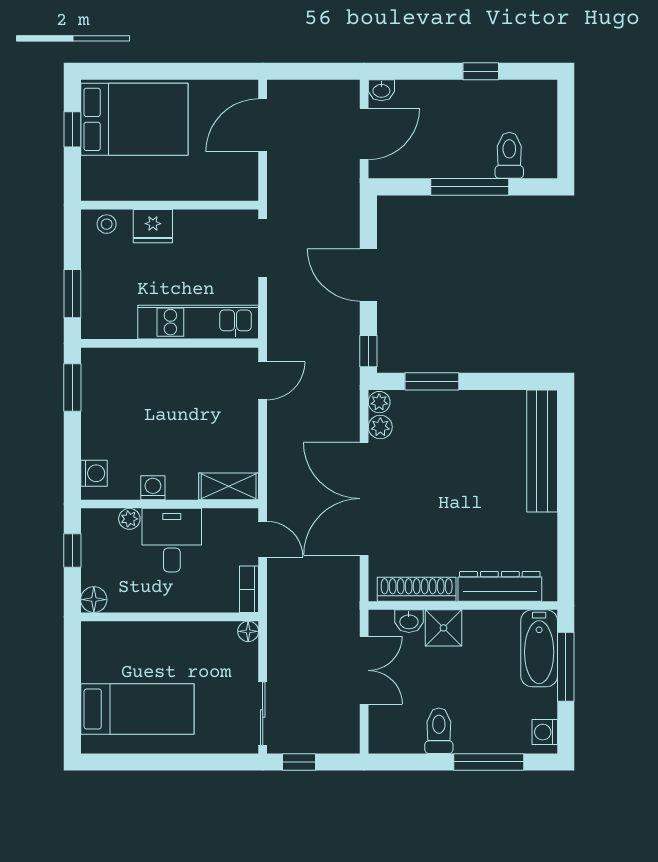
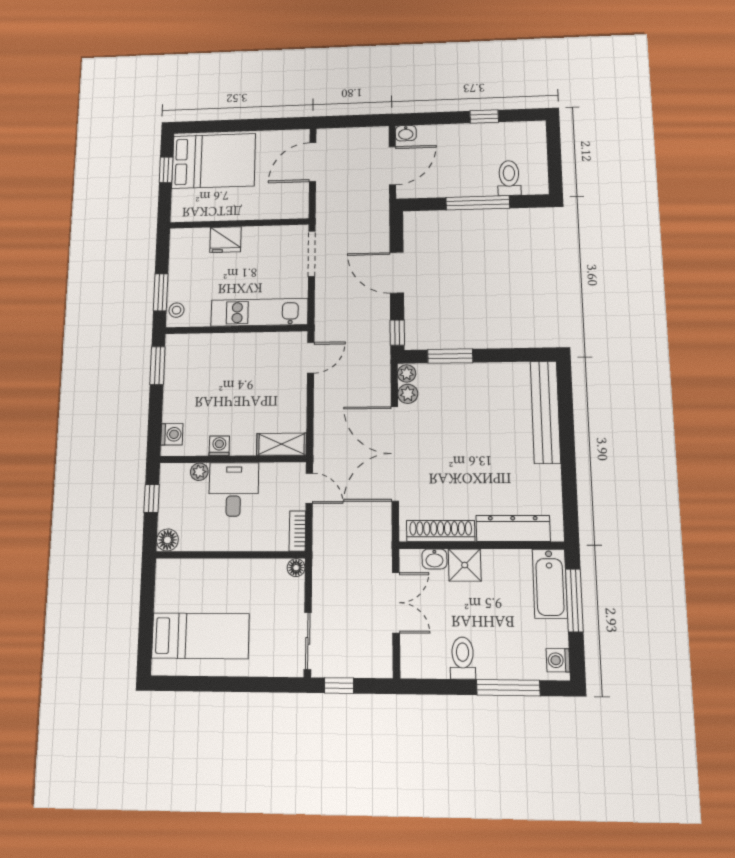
stool: (107, 224) -> (177, 310), moved

